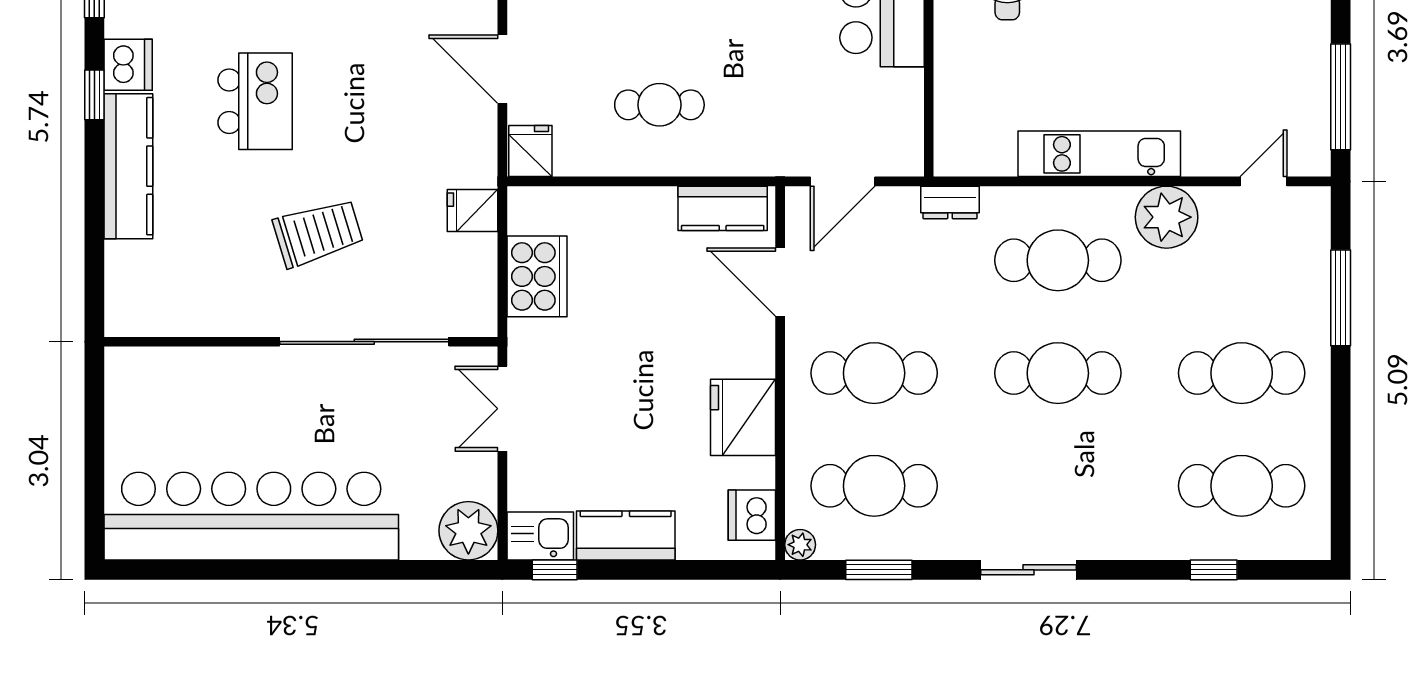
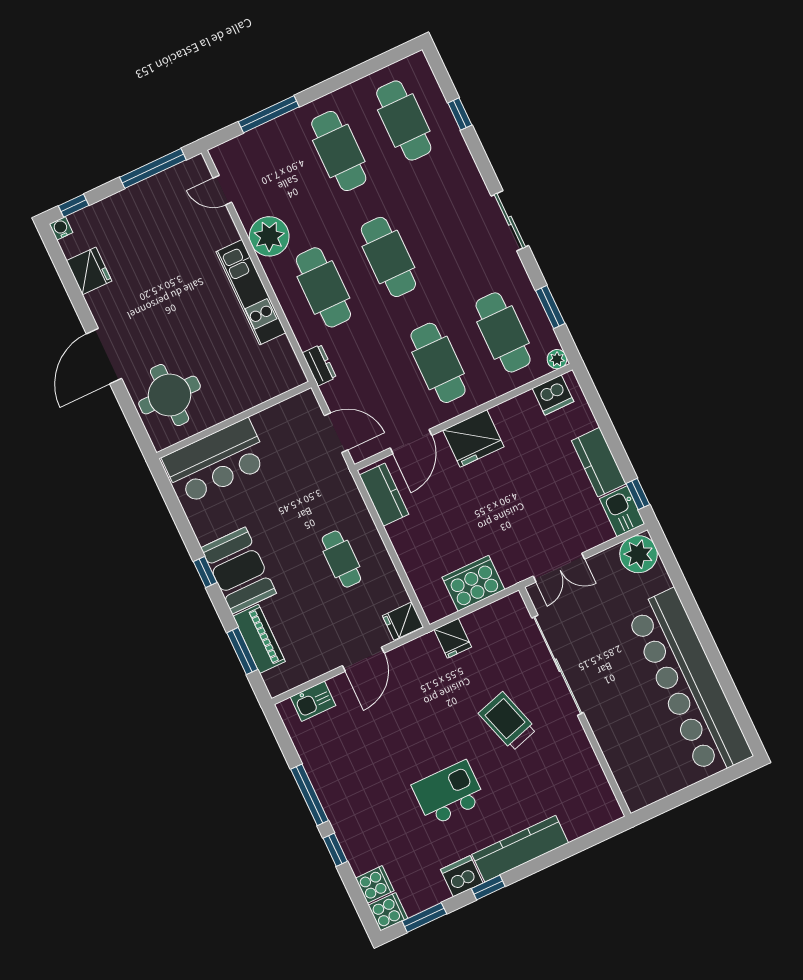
fridge: (743, 417) -> (473, 438), moved

